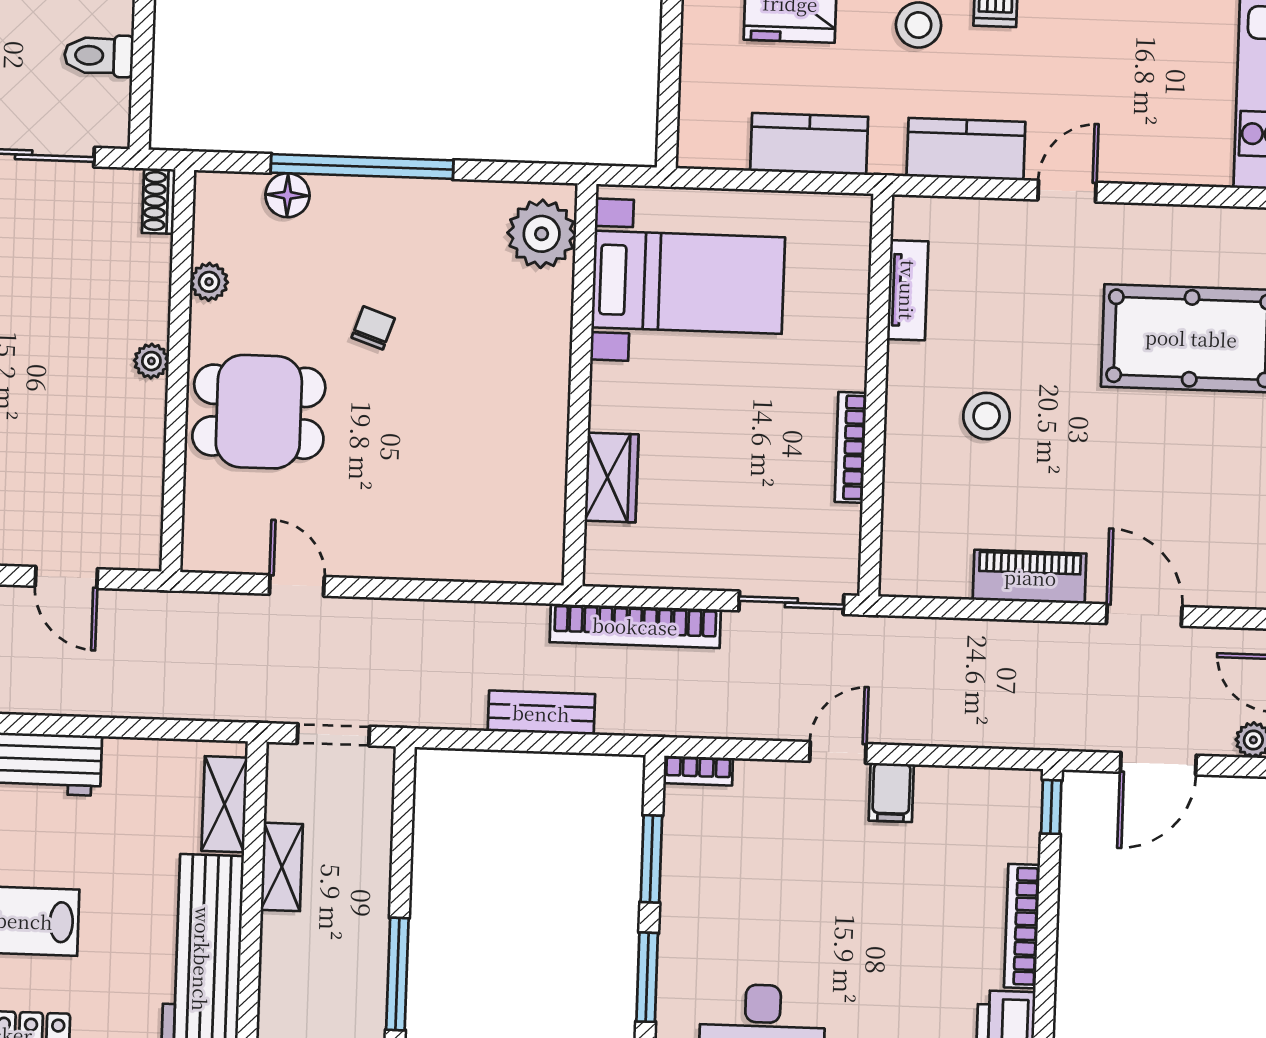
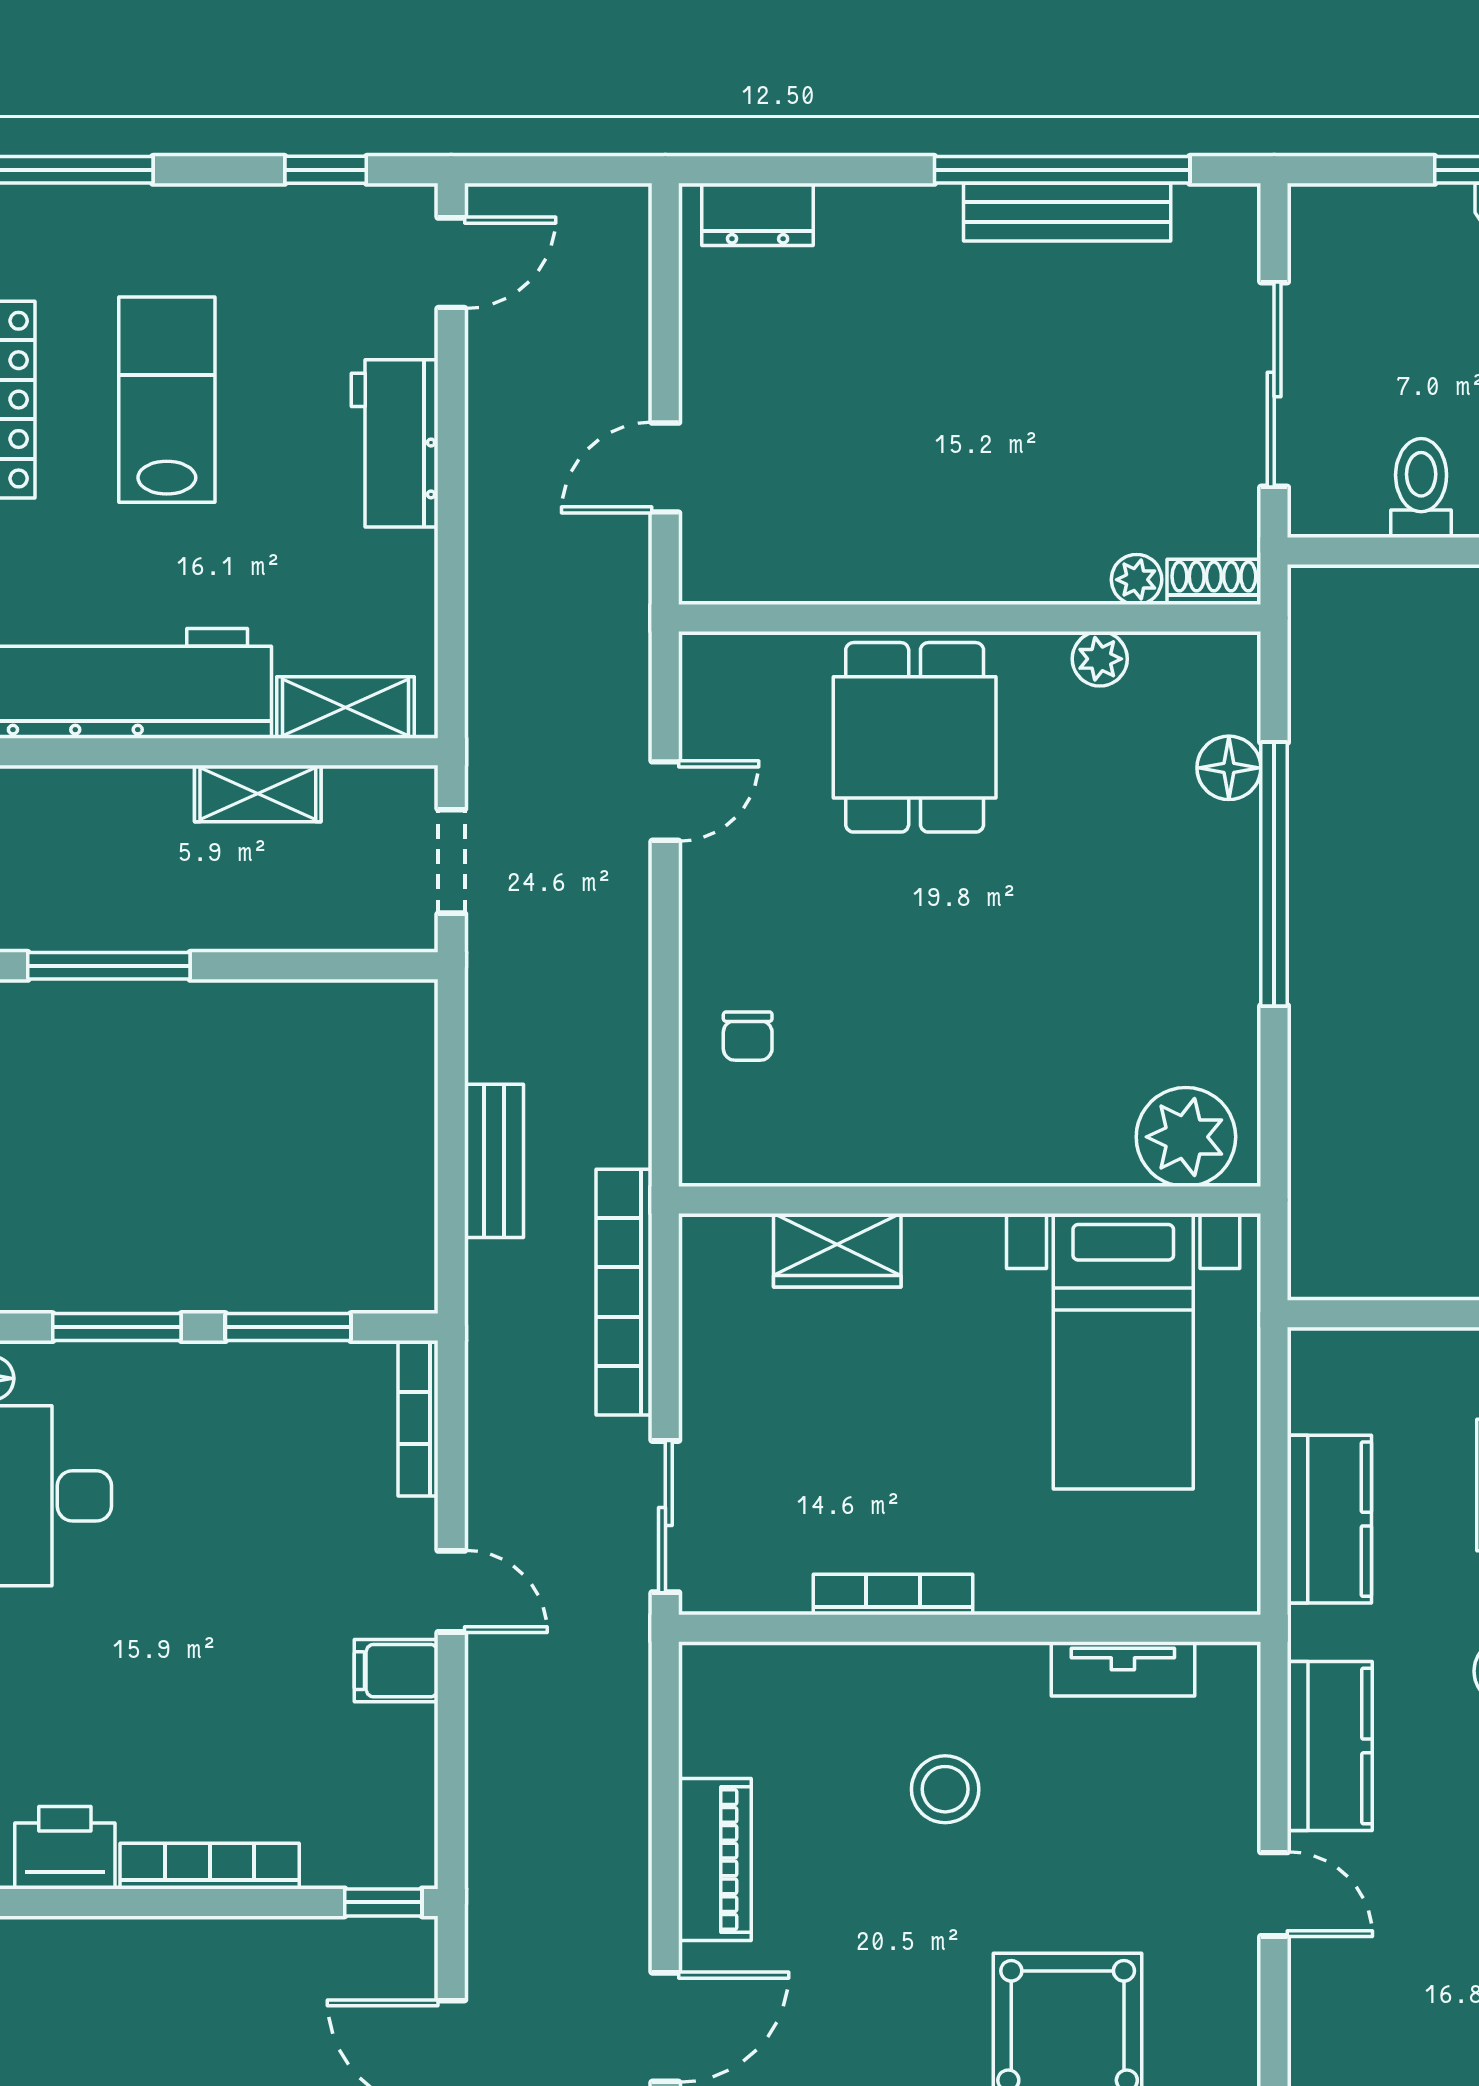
chair: (373, 328) -> (748, 1036), moved, turned 71
plant: (151, 361) -> (1137, 580), moved
bookcase: (698, 771) -> (418, 1418), width x1.56

